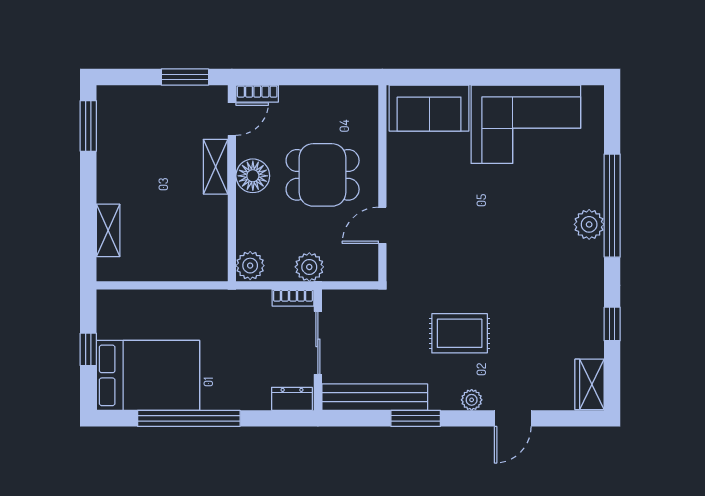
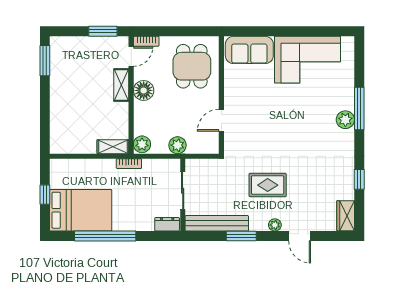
dining table: (323, 175) -> (192, 66), moved, turned 90
window: (612, 206) -> (359, 108), width x0.68
shelving: (108, 230) -> (113, 147), moved, turned 90
bookcase: (293, 298) -> (129, 164), moved
door: (513, 418) -> (300, 236), hinge flipped

